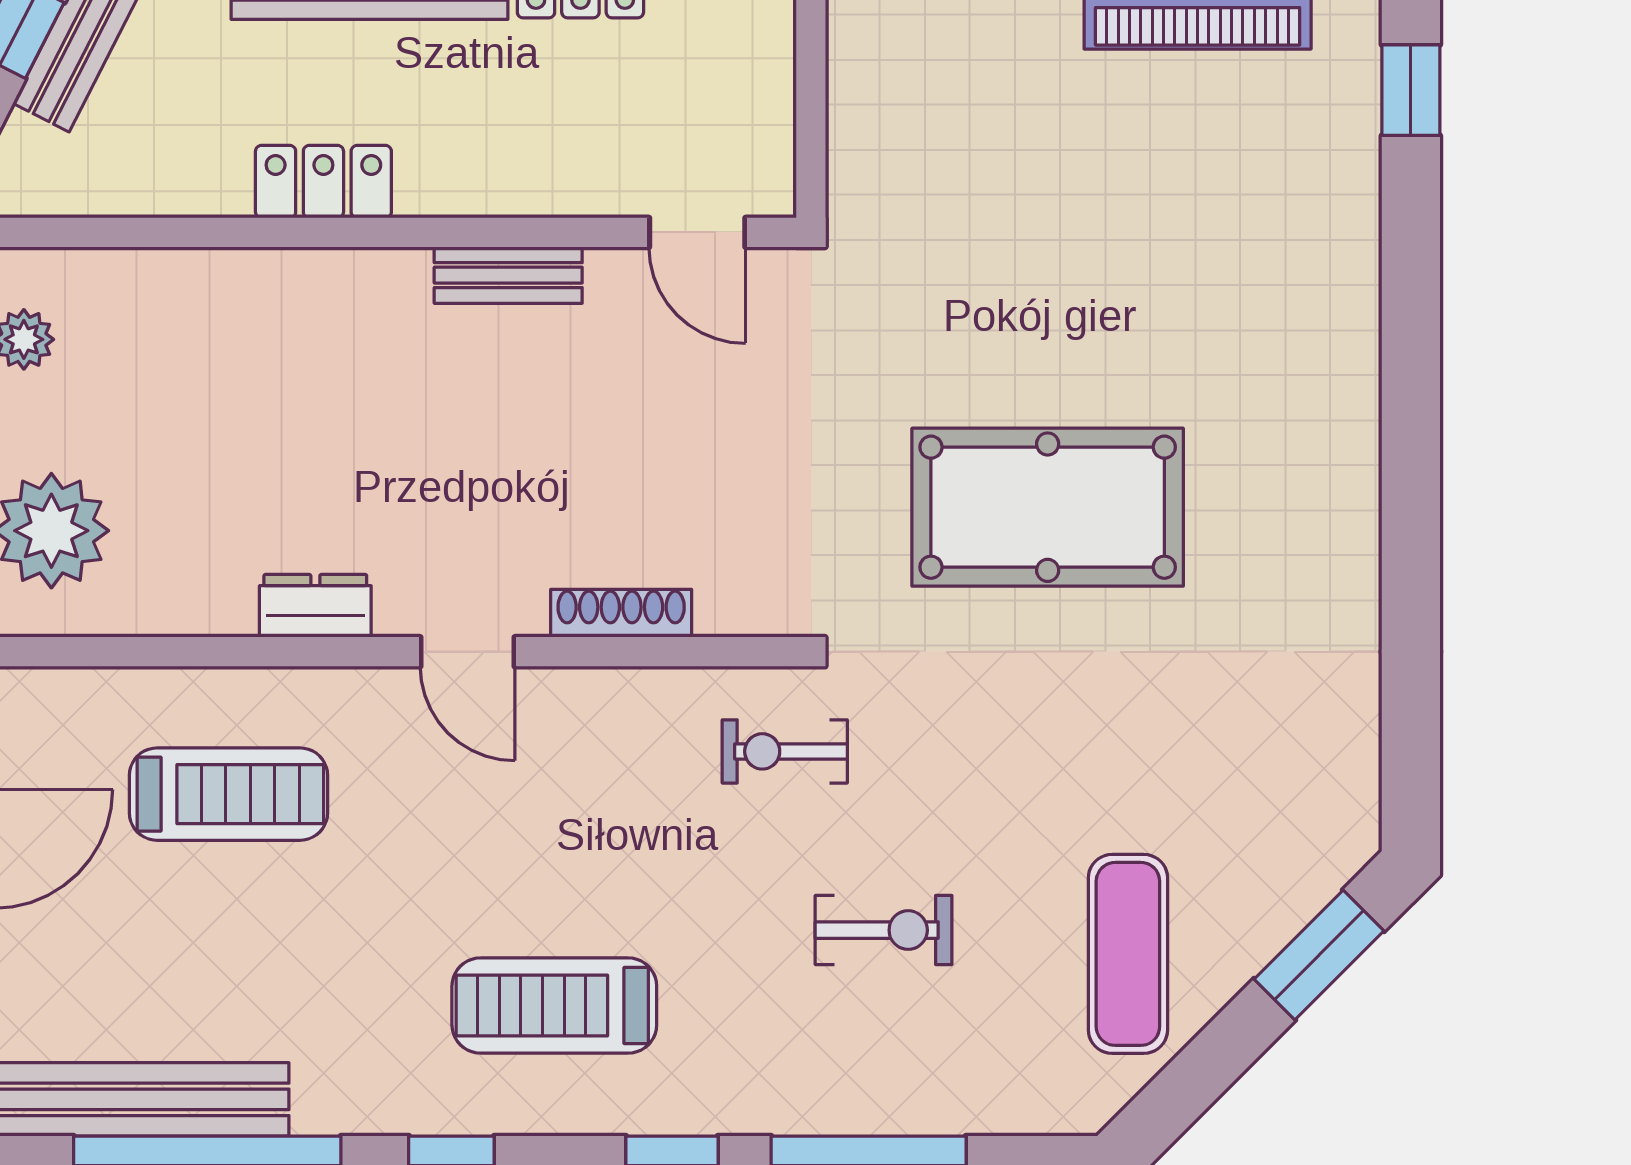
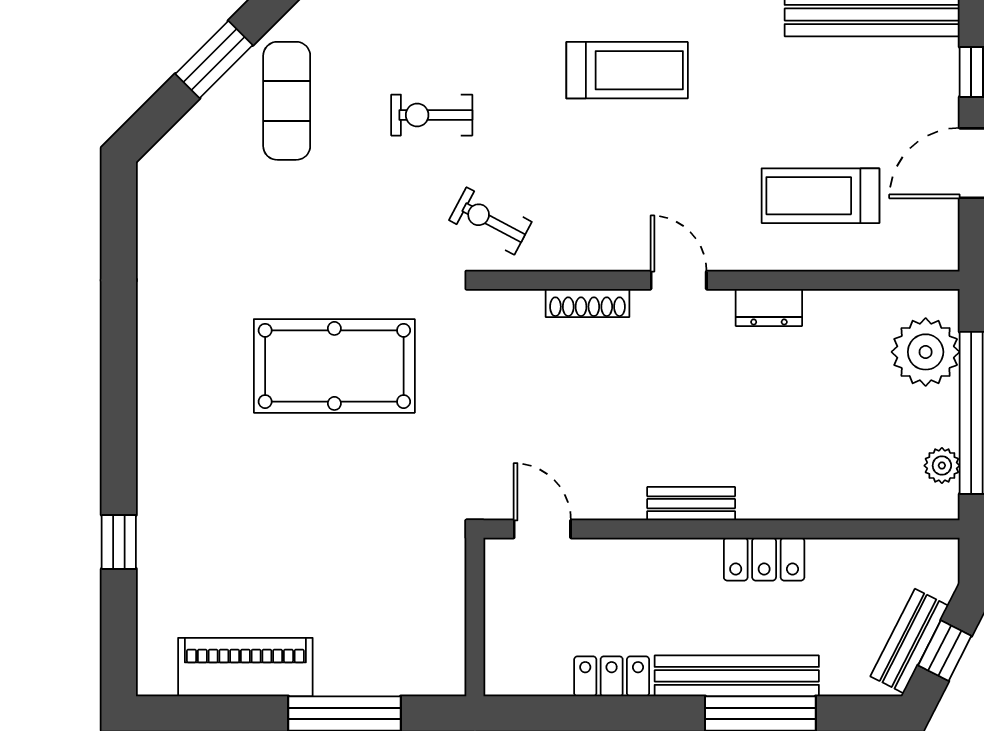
window: (1411, 90) -> (119, 542), moved
bench: (508, 275) -> (691, 504), moved
exercise bike: (785, 751) -> (490, 221), turned -152
window: (1319, 955) -> (214, 59), moved

